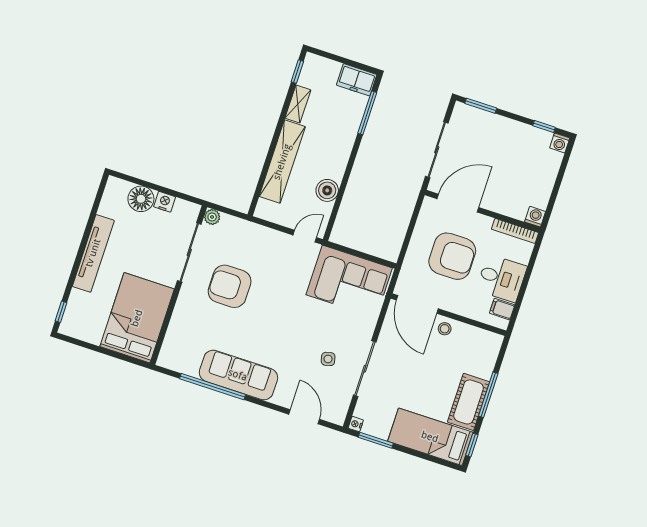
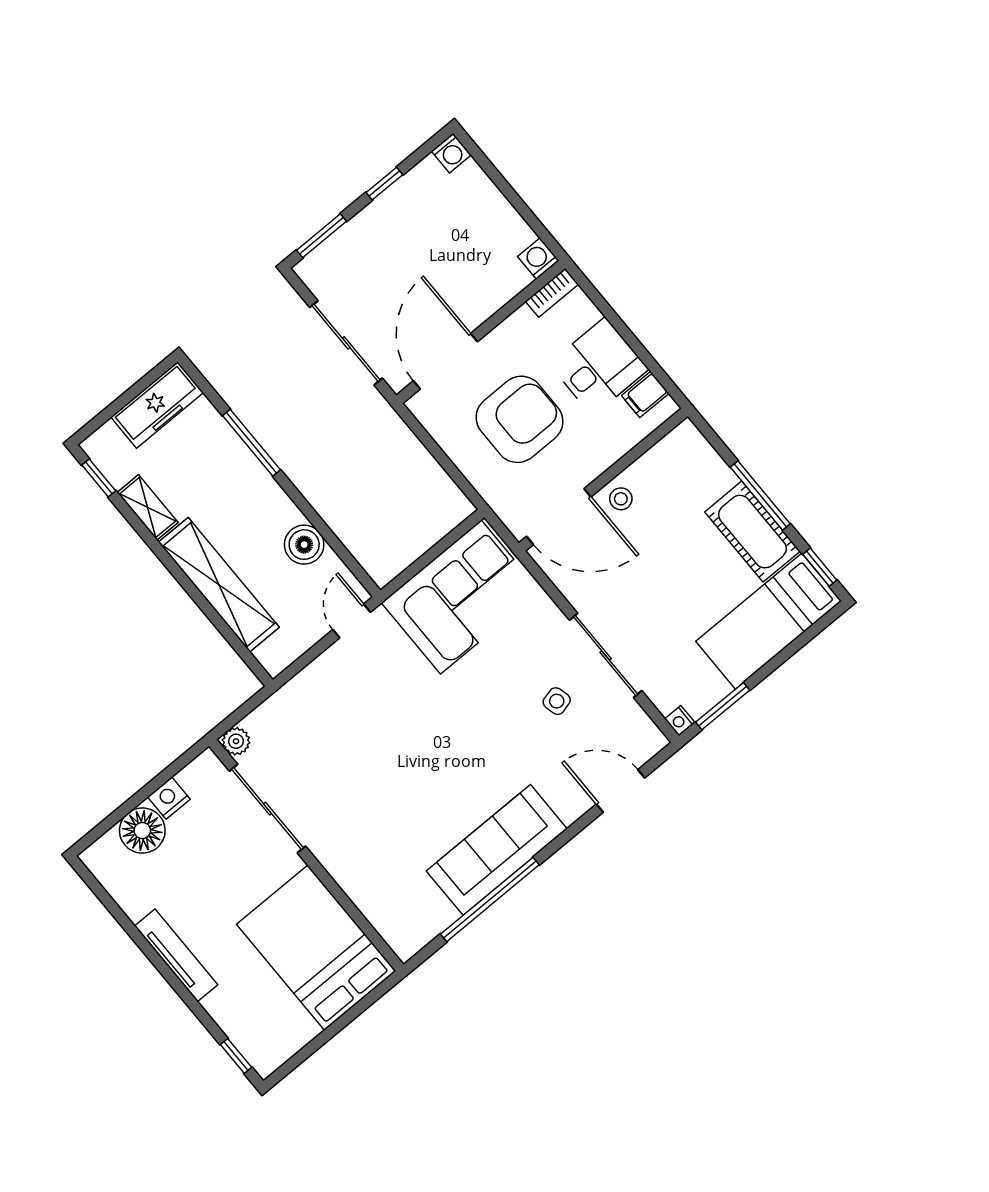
freezer: (357, 80) -> (157, 405), width x1.40
window: (367, 113) -> (251, 443), moved
window: (544, 126) -> (384, 184), moved
bookcase: (515, 231) -> (552, 293), width x0.64
tv unit: (93, 253) -> (176, 955), width x0.73, depth x0.78
armchair: (230, 286) -> (356, 780), removed

